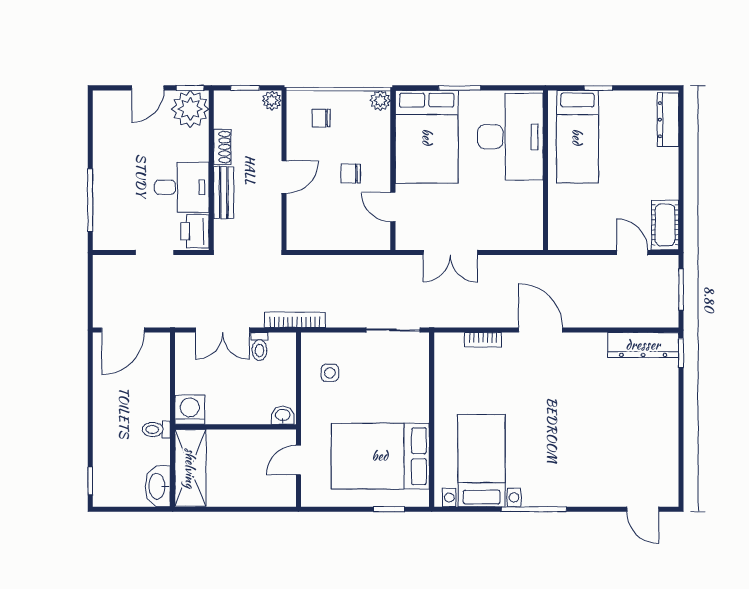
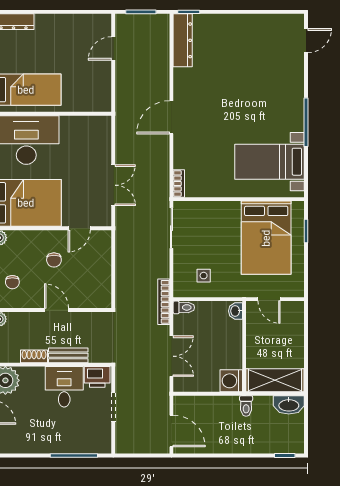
cot: (665, 225) -> (93, 24), removed
bookcase: (483, 340) -> (179, 183), moved
toilet: (259, 346) -> (184, 307), moved

